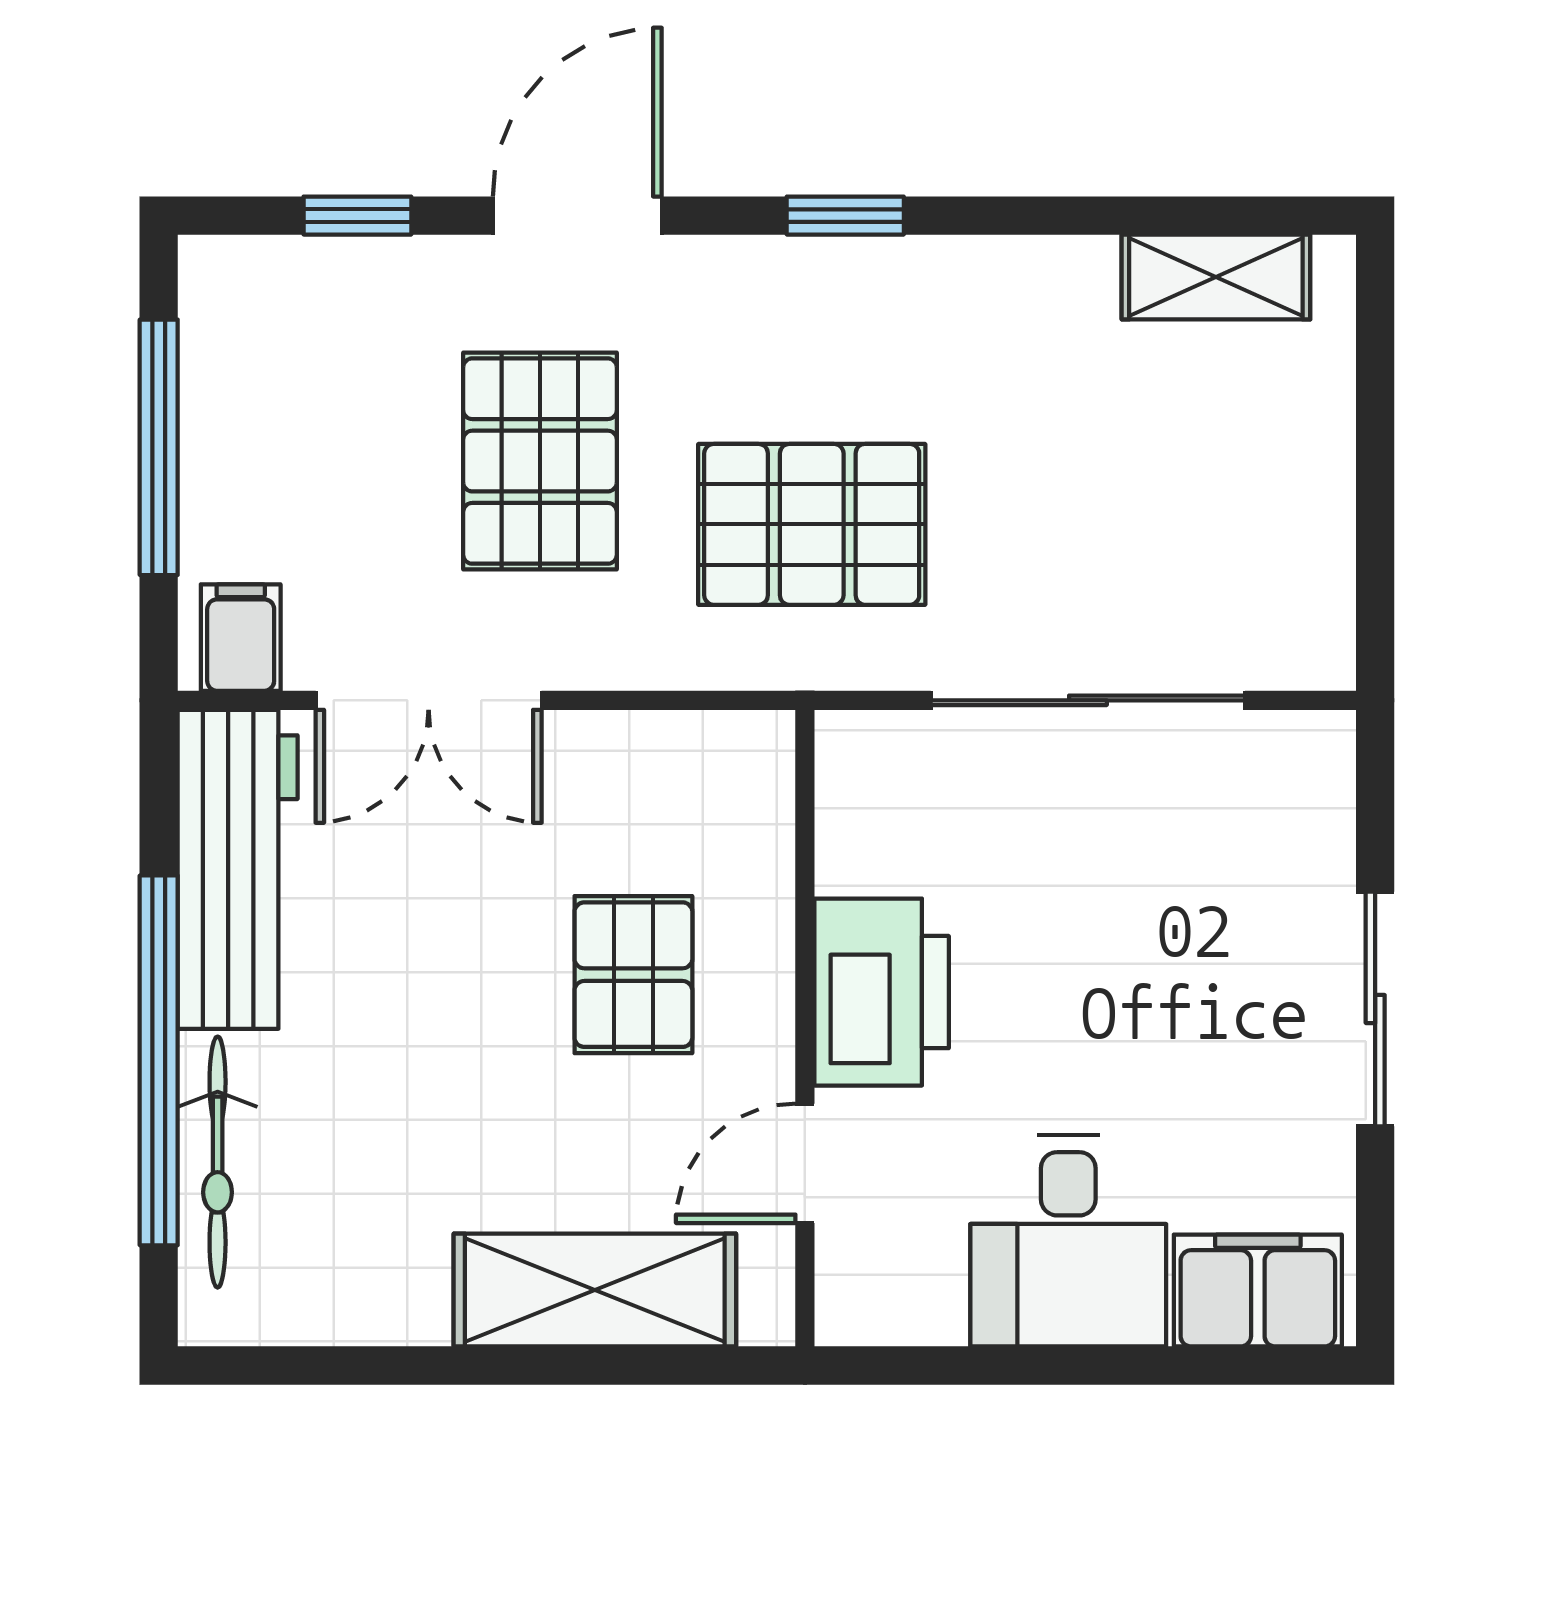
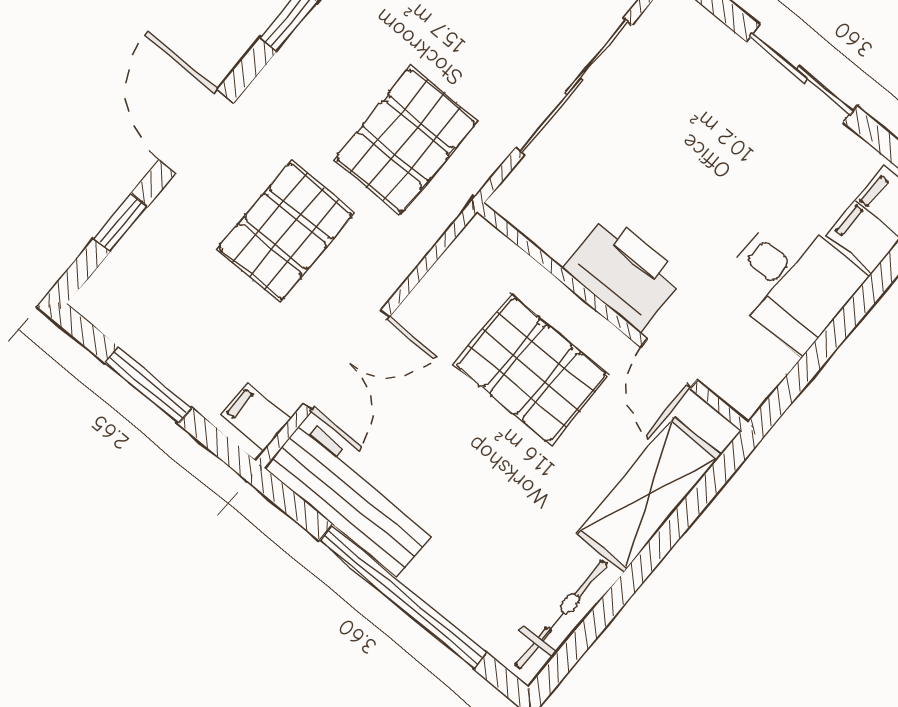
window: (159, 447) -> (148, 385), width x0.69
pallet: (540, 461) -> (285, 231), turned 90
pallet: (633, 975) -> (531, 370), width x1.50, depth x1.42
bicycle: (218, 1162) -> (561, 614), moved, turned -90

